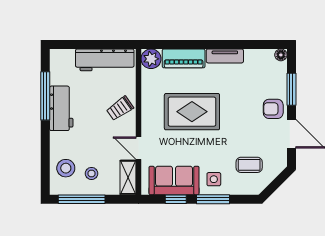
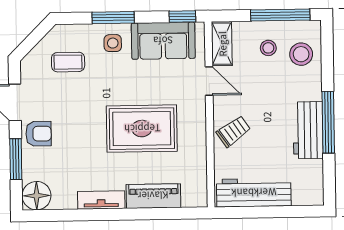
floor lamp: (281, 55) -> (37, 196), width x1.89, depth x1.89
plant: (151, 59) -> (195, 195), removed
window: (45, 96) -> (328, 122), moved
window: (176, 199) -> (182, 17), moved

